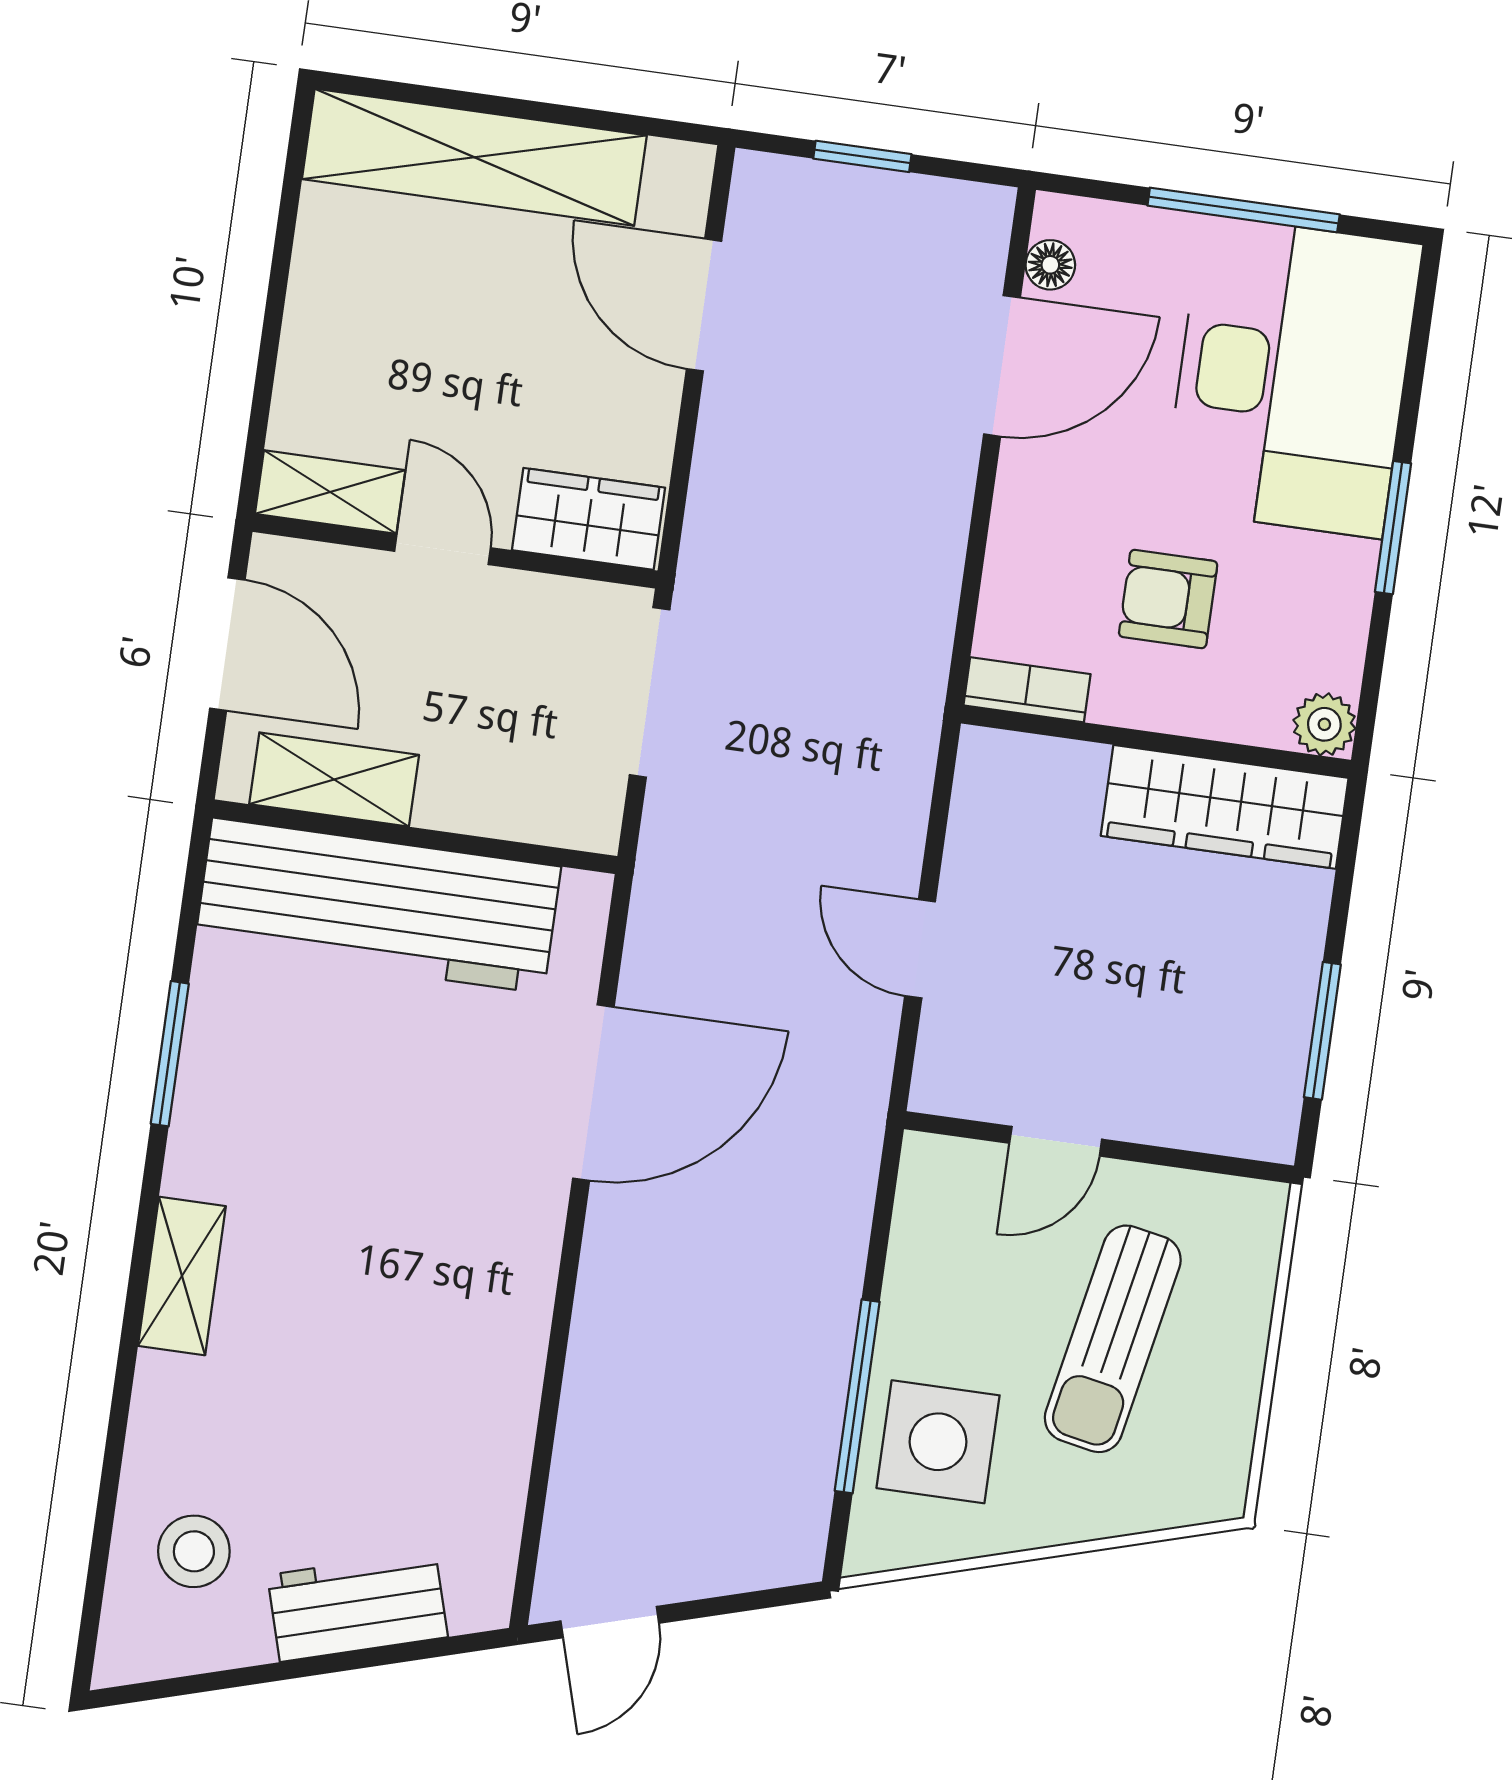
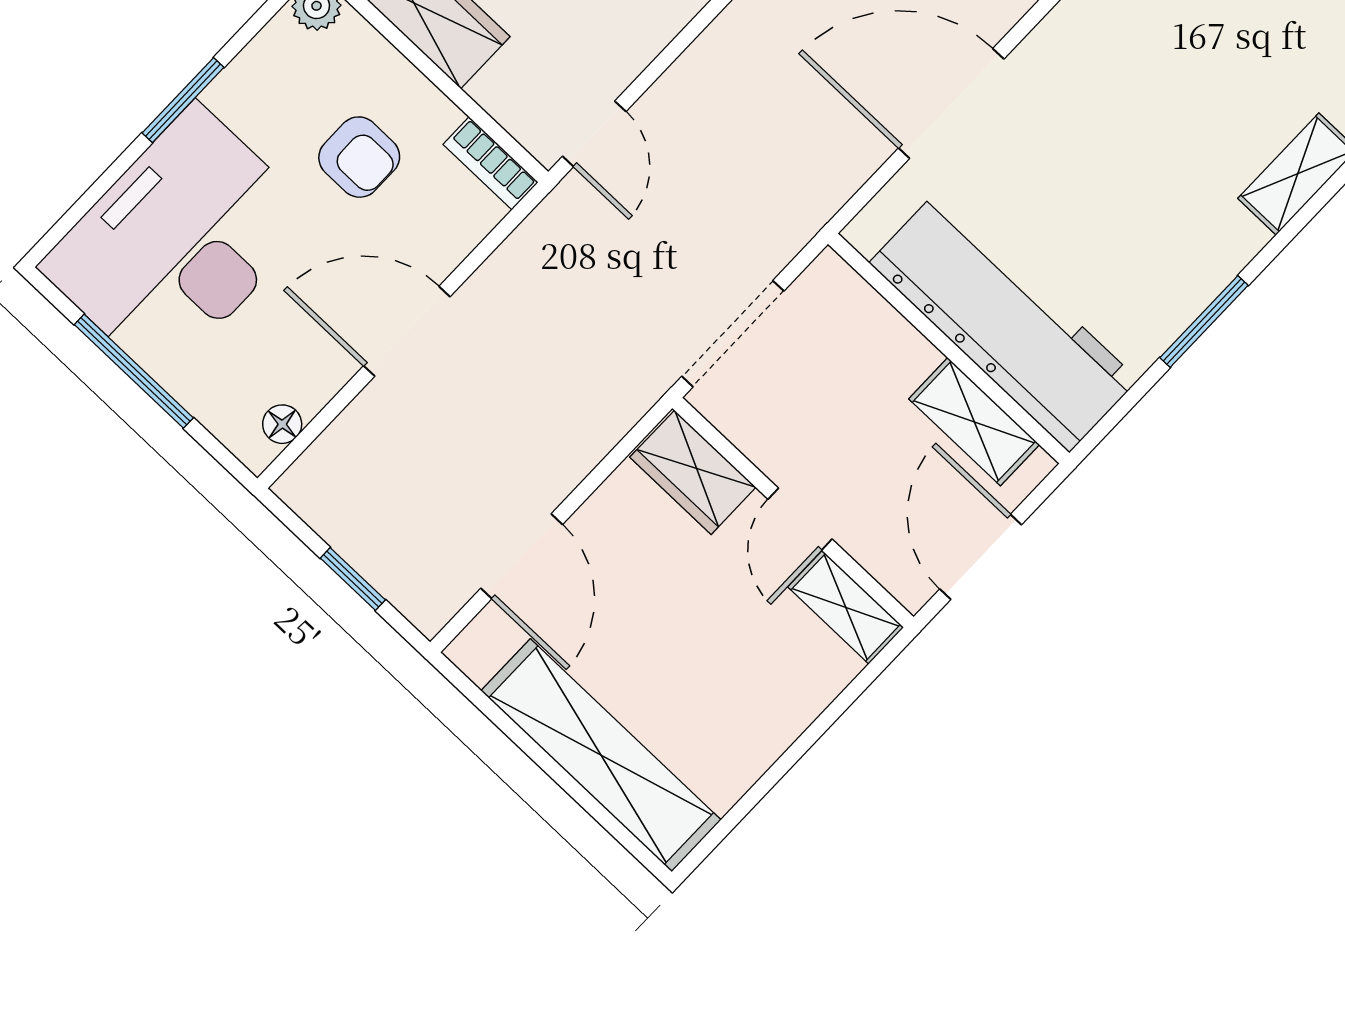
door: (1002, 366) -> (407, 331), moved
door: (920, 949) -> (594, 134), moved

